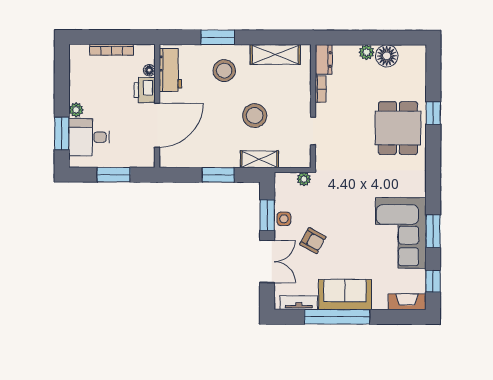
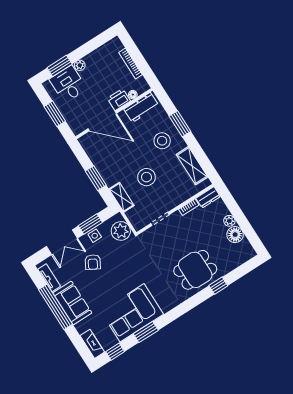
plant: (304, 179) -> (121, 231), width x1.87, depth x1.87

